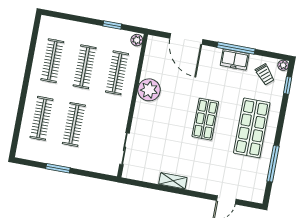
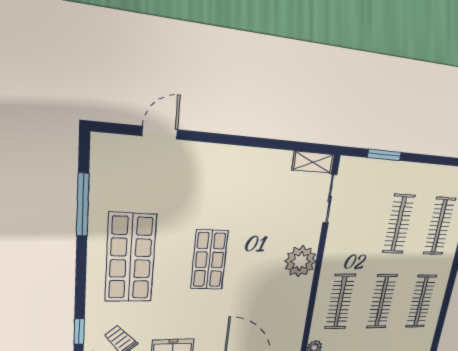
plant: (149, 90) -> (300, 261), moved
window: (58, 168) -> (384, 155), moved
shelving: (173, 181) -> (313, 162), moved

